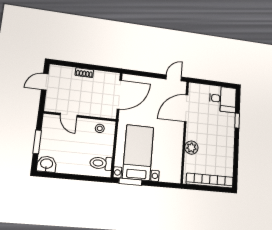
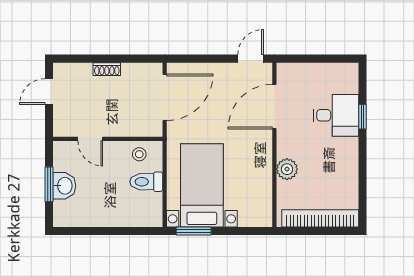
desk: (223, 99) -> (336, 115), moved
toilet: (101, 163) -> (146, 182), moved
washbasin: (47, 164) -> (64, 186), moved, turned 90

